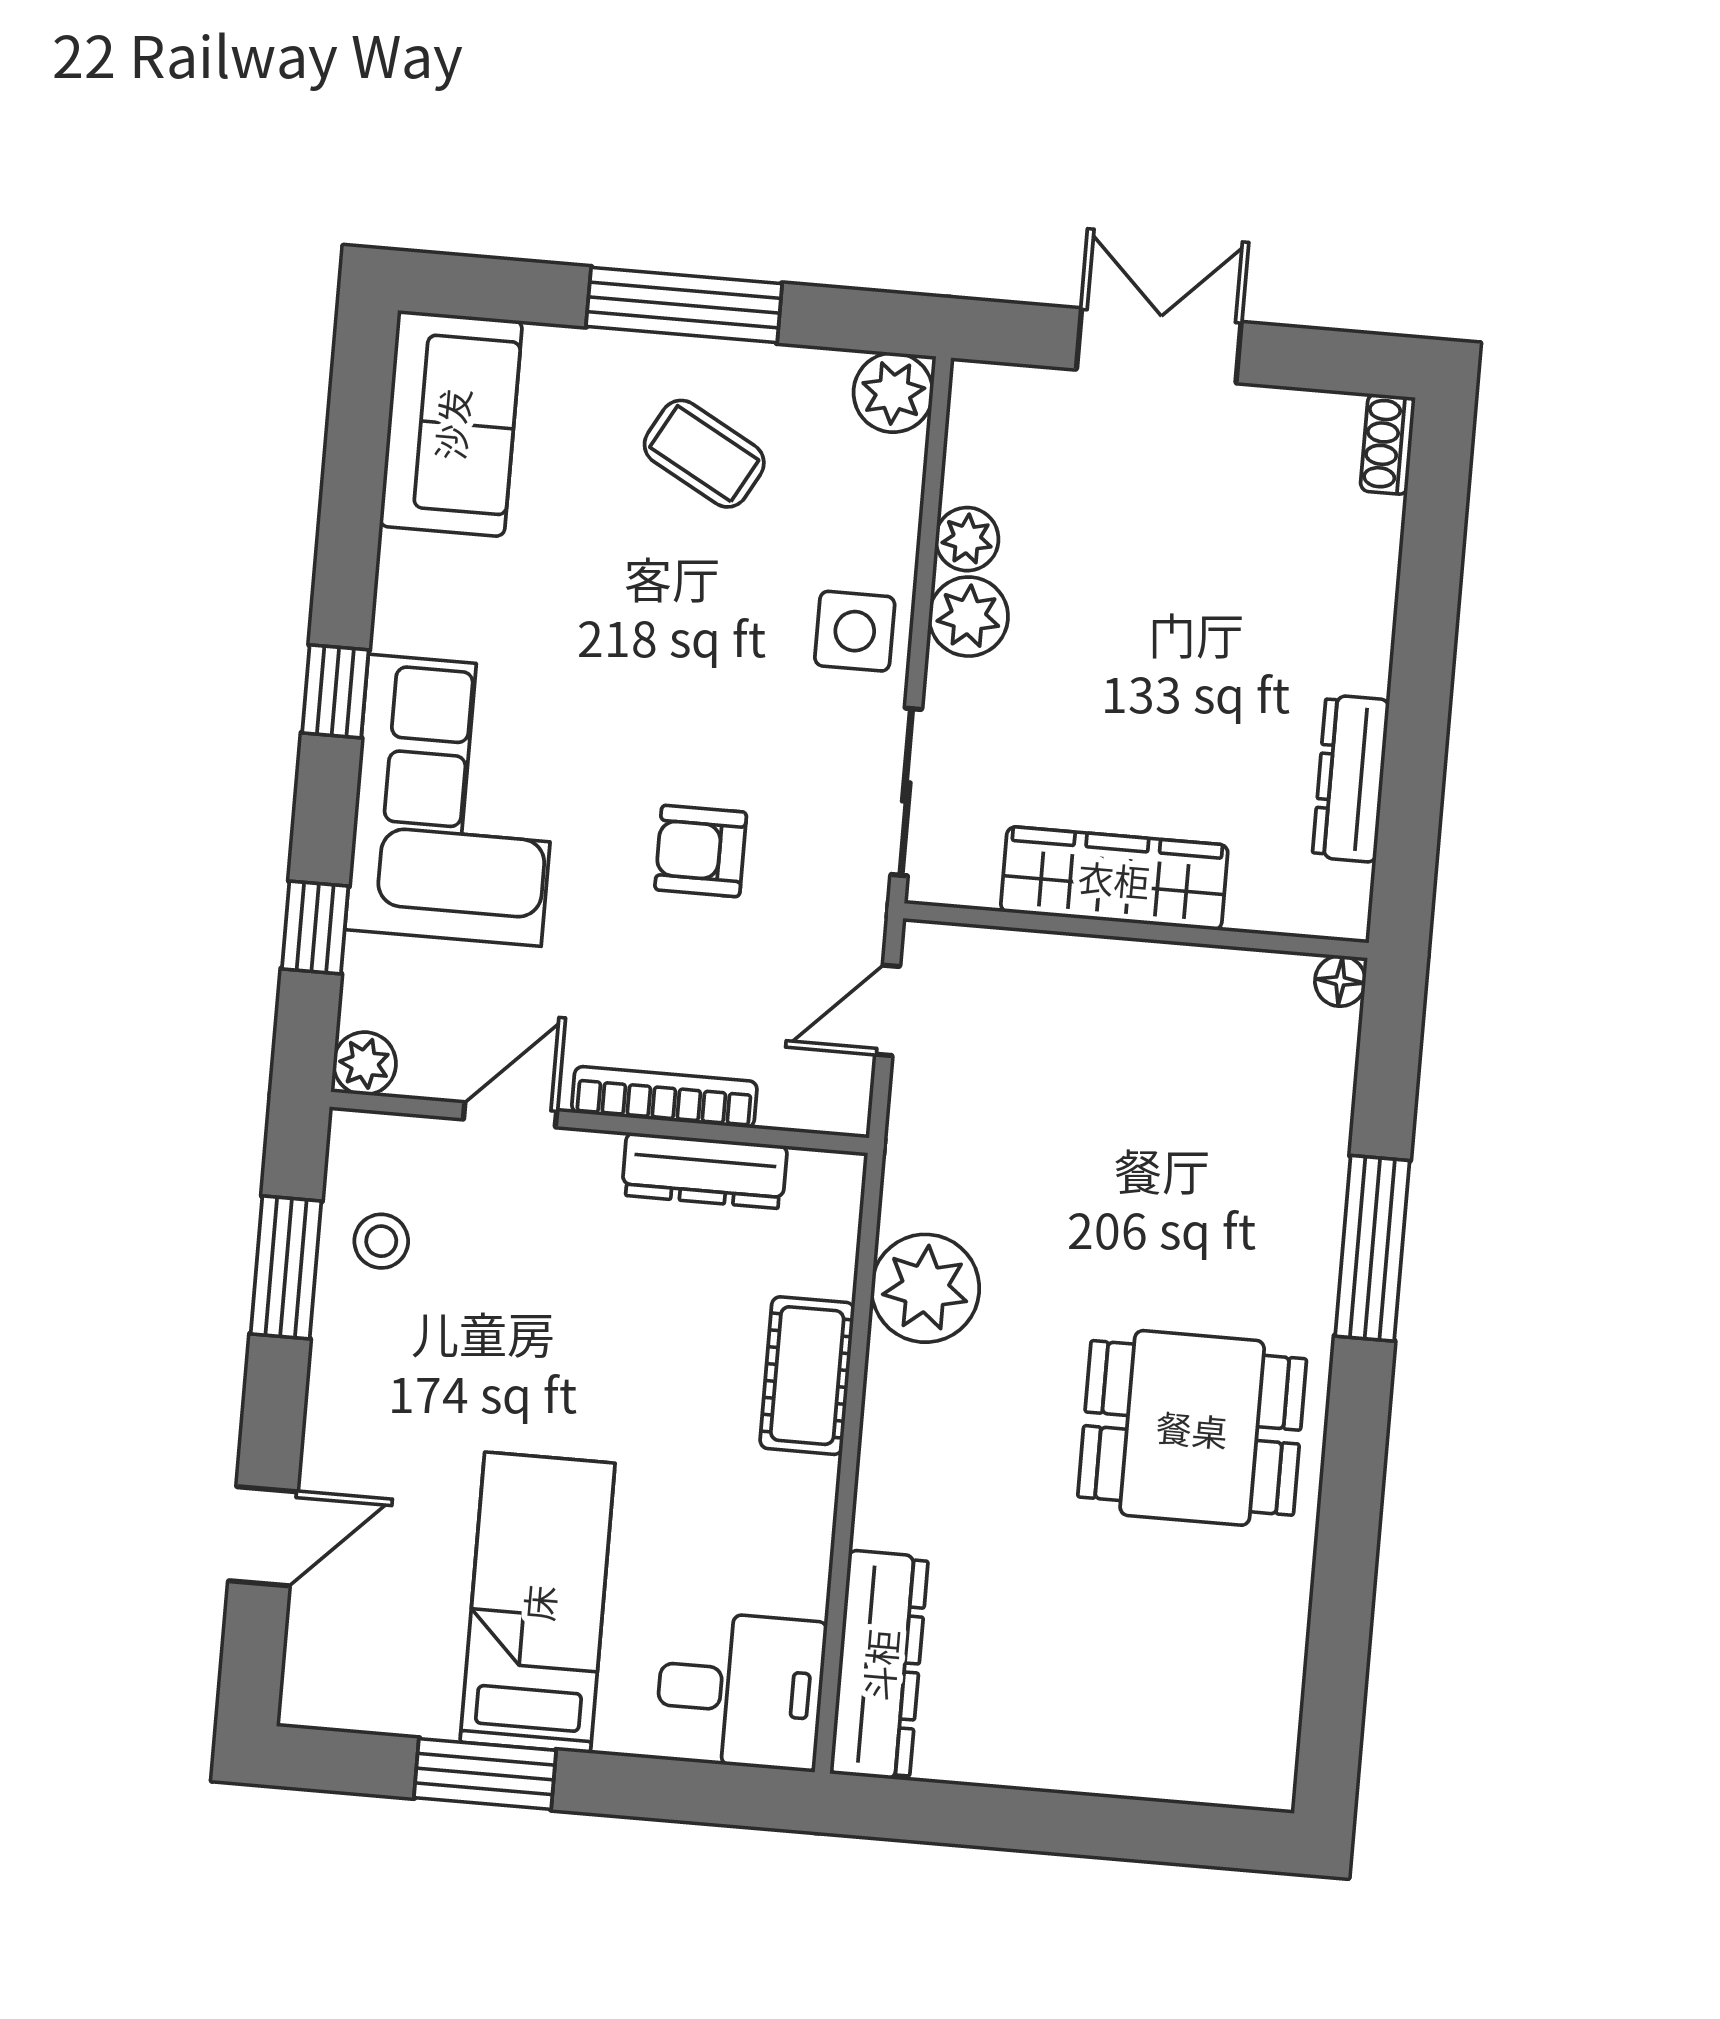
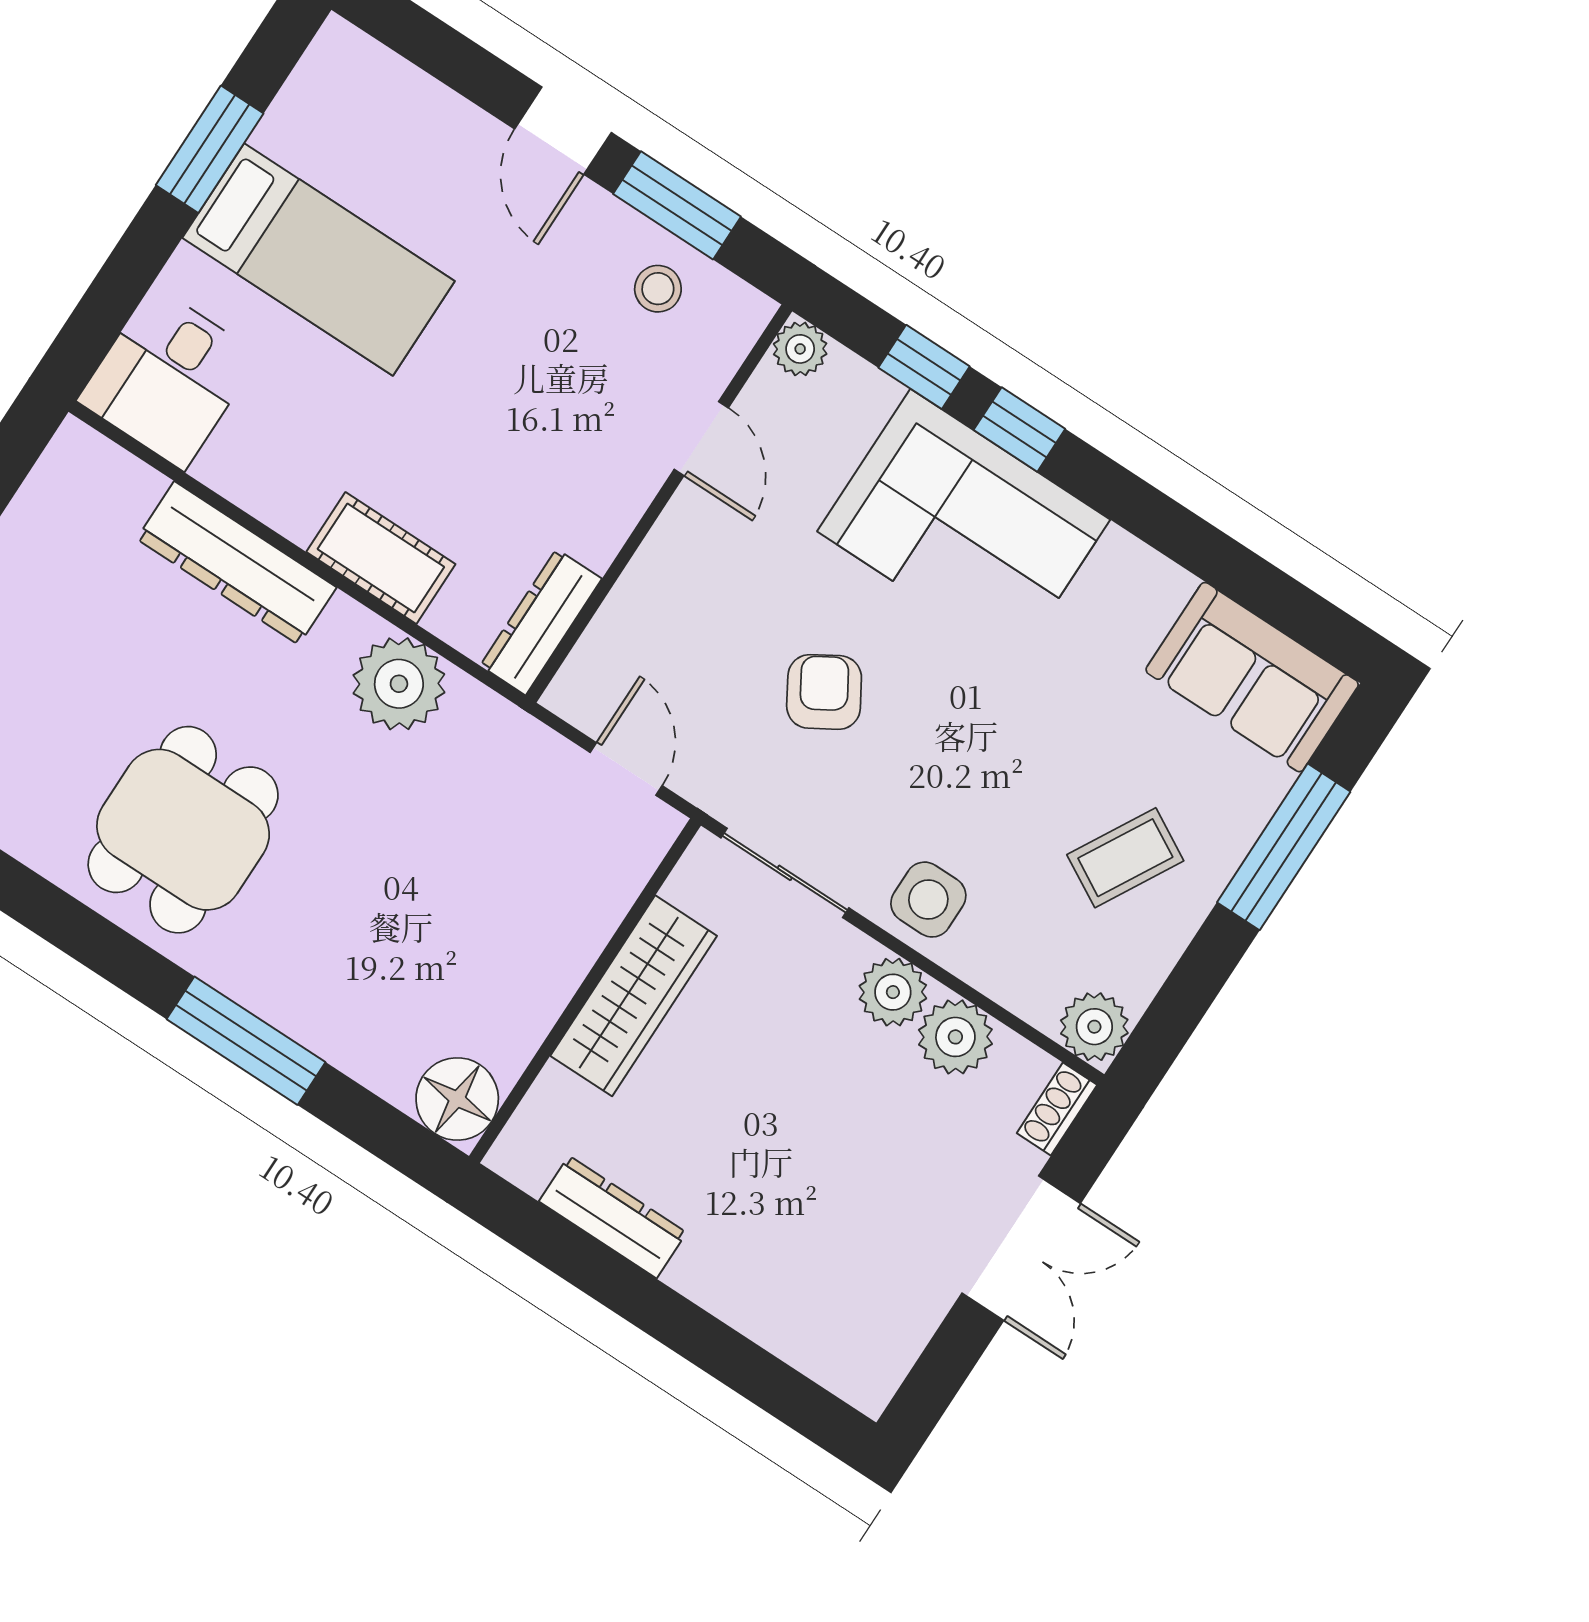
window: (684, 305) -> (1284, 847), moved
shoe rack: (1388, 444) -> (1057, 1109), moved, turned -90
plant: (967, 539) -> (955, 1037), width x1.38, depth x1.38
window: (335, 691) -> (1019, 429), moved
armchair: (701, 851) -> (824, 692), turned -31
floor lamp: (1340, 981) -> (457, 1099), width x1.89, depth x1.89
bookcase: (664, 1097) -> (652, 563), removed
dresser: (704, 1171) -> (541, 622), moved
door: (263, 1536) -> (563, 131), moved
dresser: (879, 1665) -> (237, 563), moved

